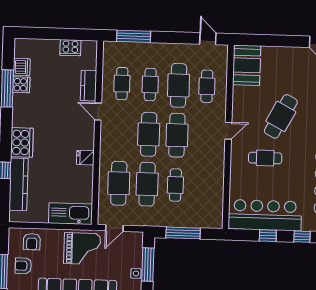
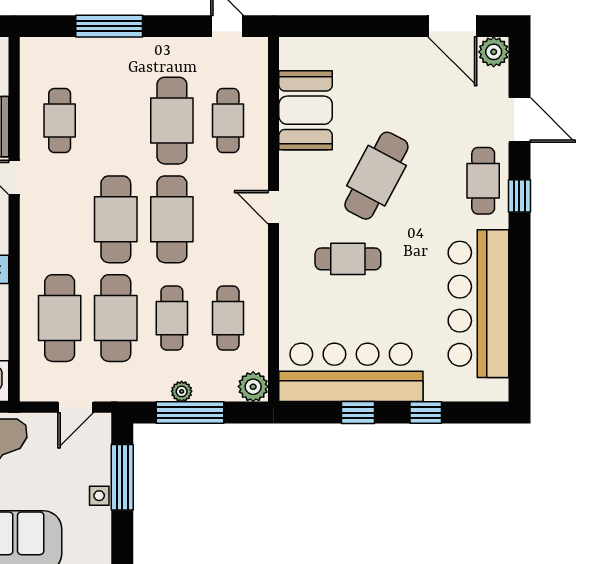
window: (134, 36) -> (109, 26), moved
booth: (247, 65) -> (306, 110), moved
cafe table: (150, 84) -> (228, 318), moved
door: (228, 131) -> (274, 207), swing flipped
plant: (215, 221) -> (253, 387), added
plant: (179, 222) -> (182, 391), added
door: (114, 228) -> (76, 407), moved

